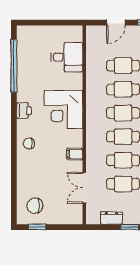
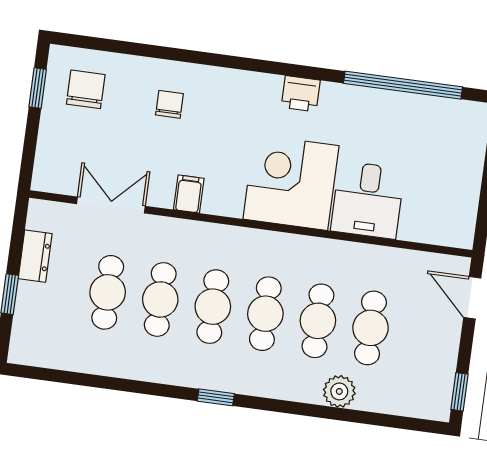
door: (116, 23) -> (472, 298), moved
desk: (67, 57) -> (368, 200), moved
chair: (29, 143) -> (169, 104), moved

